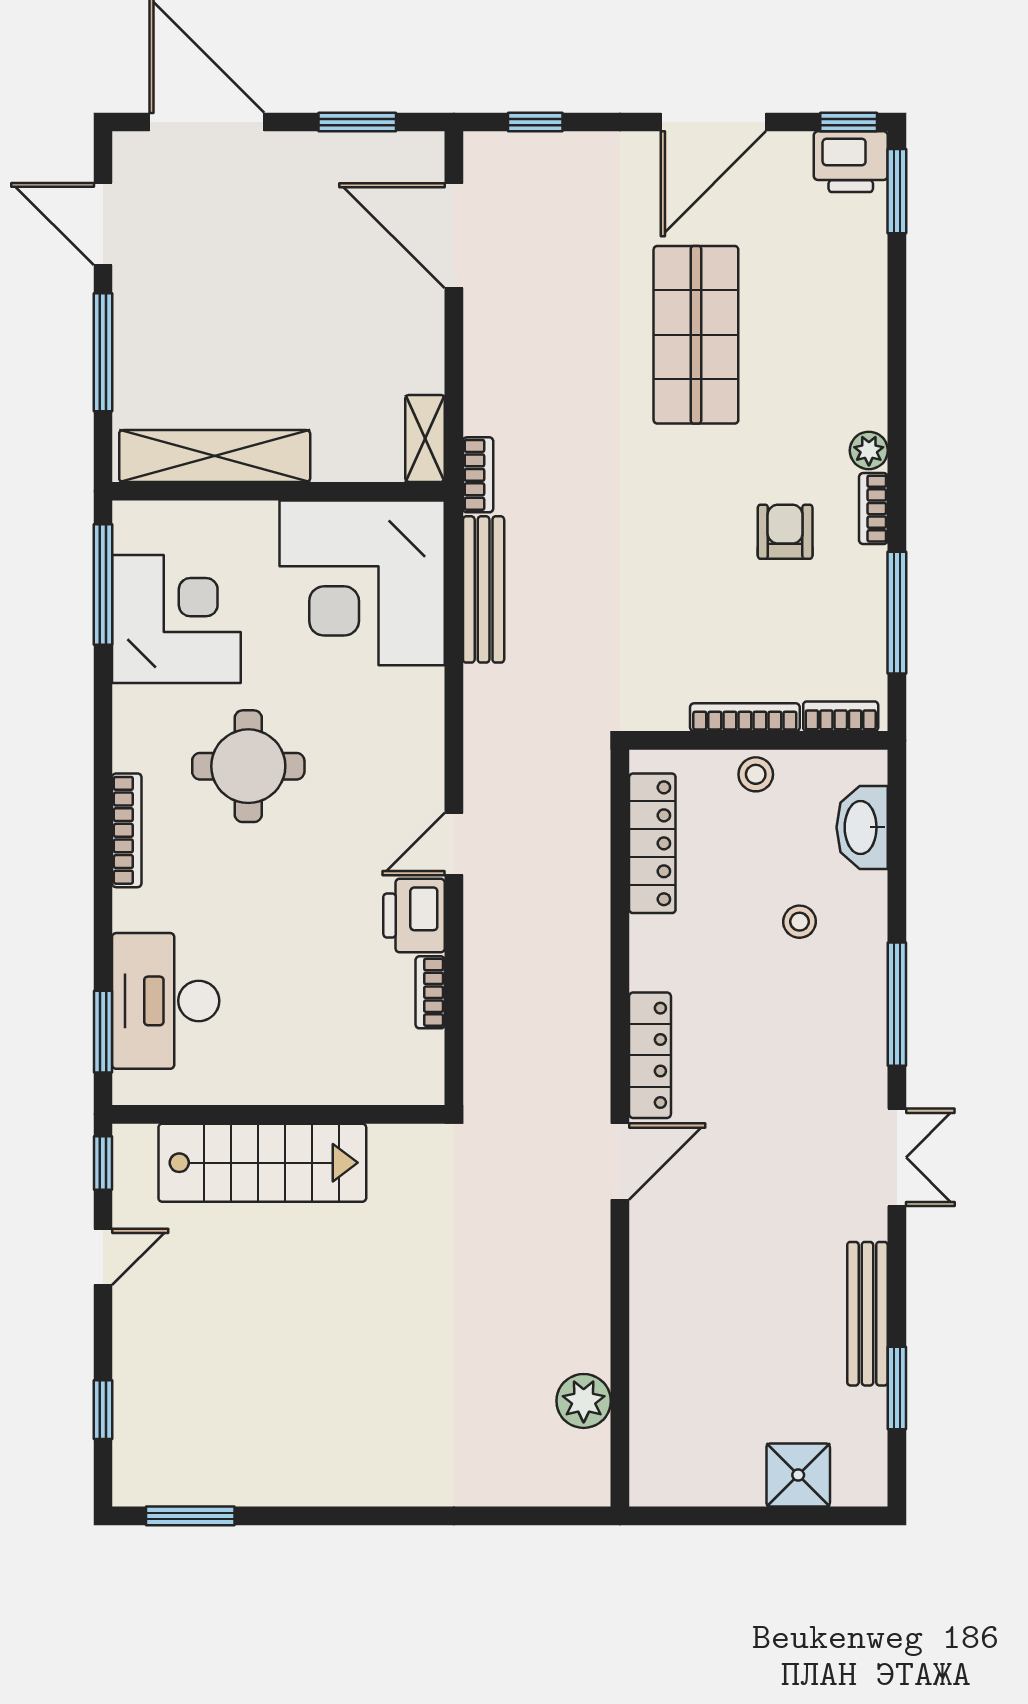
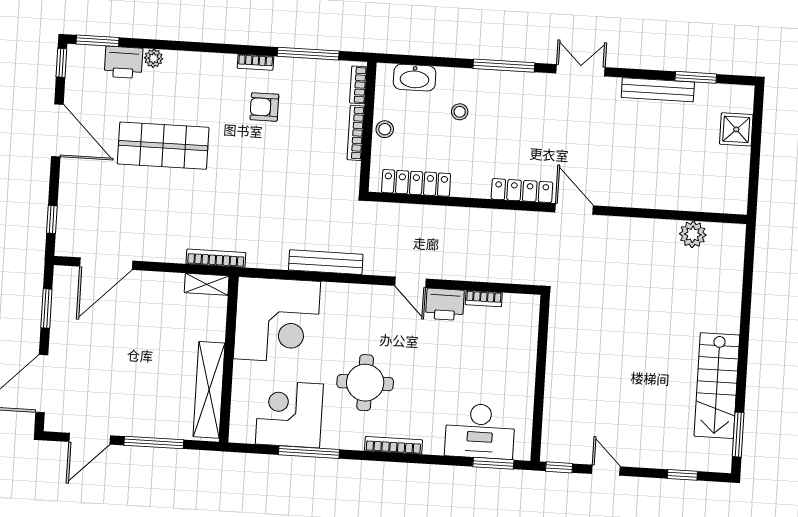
printer: (851, 162) -> (123, 62), moved, turned 90
plant: (869, 450) -> (154, 58), moved
bookcase: (478, 475) -> (216, 258), width x1.56
window: (103, 584) -> (309, 452), moved
bench: (484, 589) -> (326, 262), moved
stairs: (262, 1163) -> (717, 386), moved, turned 180

